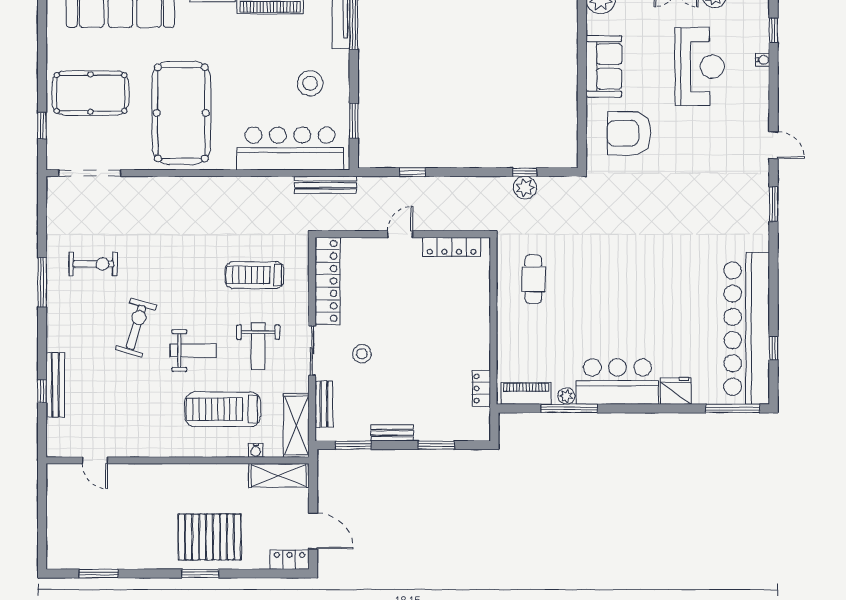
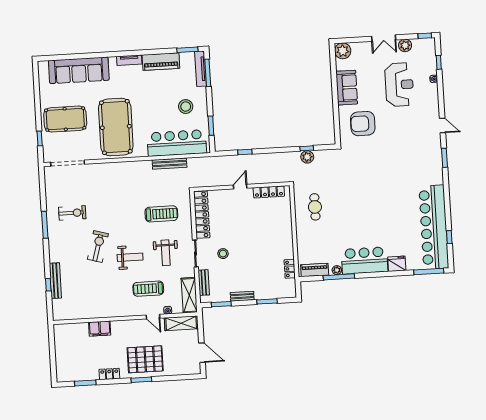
bench: (325, 185) -> (169, 164), moved
treadmill: (255, 275) -> (161, 214), turned 180
treadmill: (223, 409) -> (148, 289), width x0.73, depth x0.73
door: (95, 460) -> (153, 317), moved
filing cabinet: (130, 476) -> (100, 329), added
locker: (289, 560) -> (109, 374), moved

